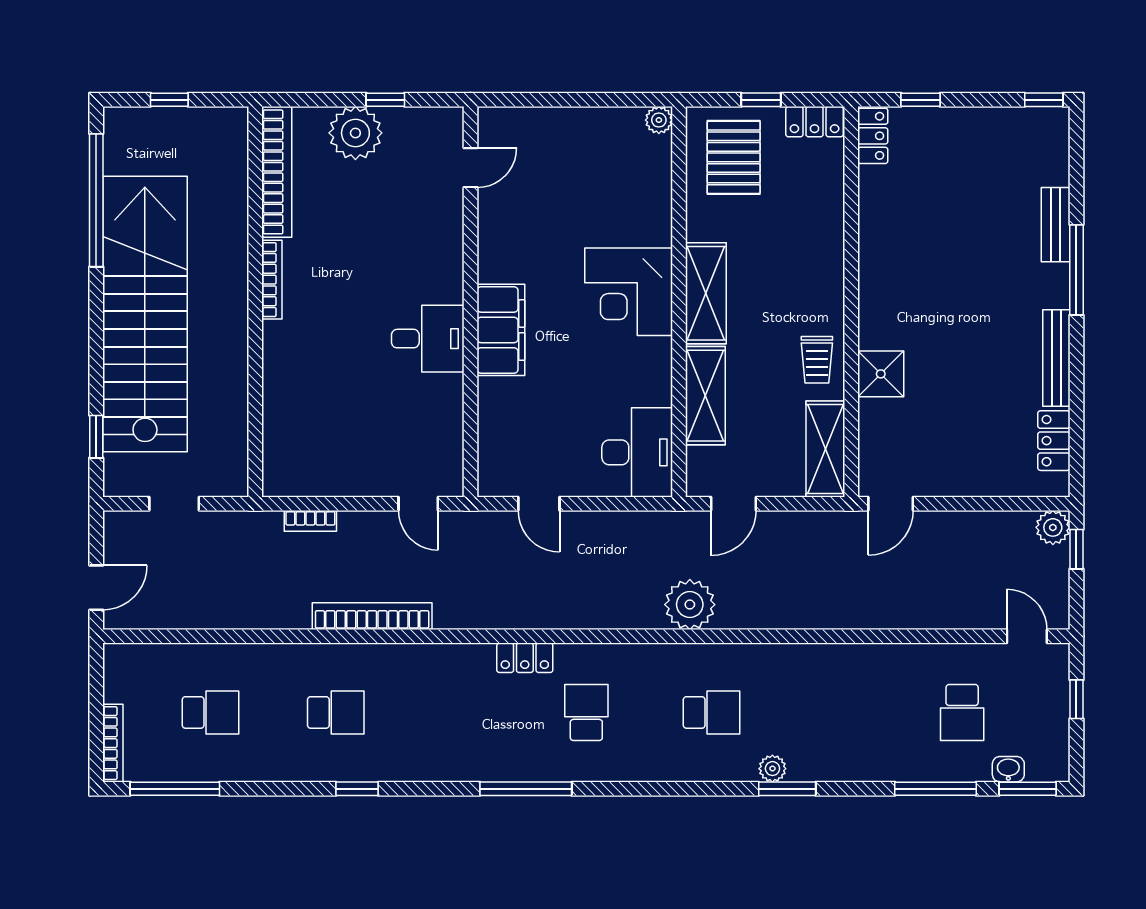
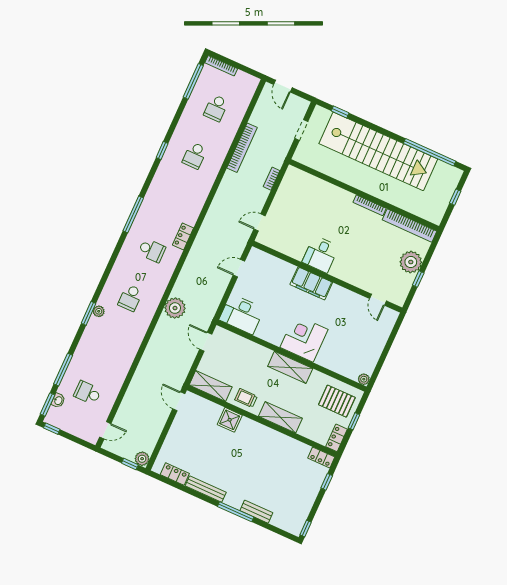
shelving: (705, 396) -> (280, 417), moved
bookcase: (372, 616) -> (242, 148), moved
window: (1076, 699) -> (52, 429), moved

